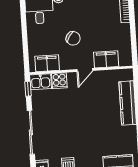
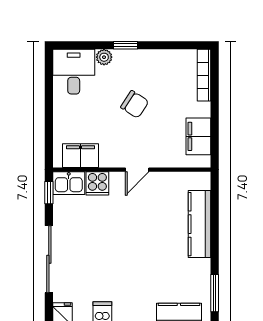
chair: (73, 38) -> (135, 104), moved
filing cabinet: (106, 59) -> (198, 136), moved, turned -90

